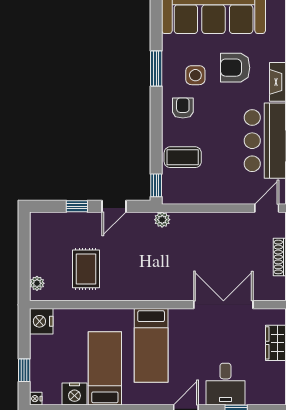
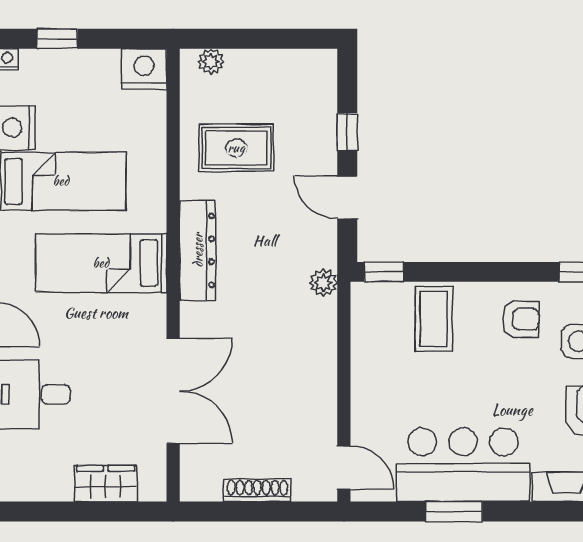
dresser: (144, 291) -> (198, 250), added

